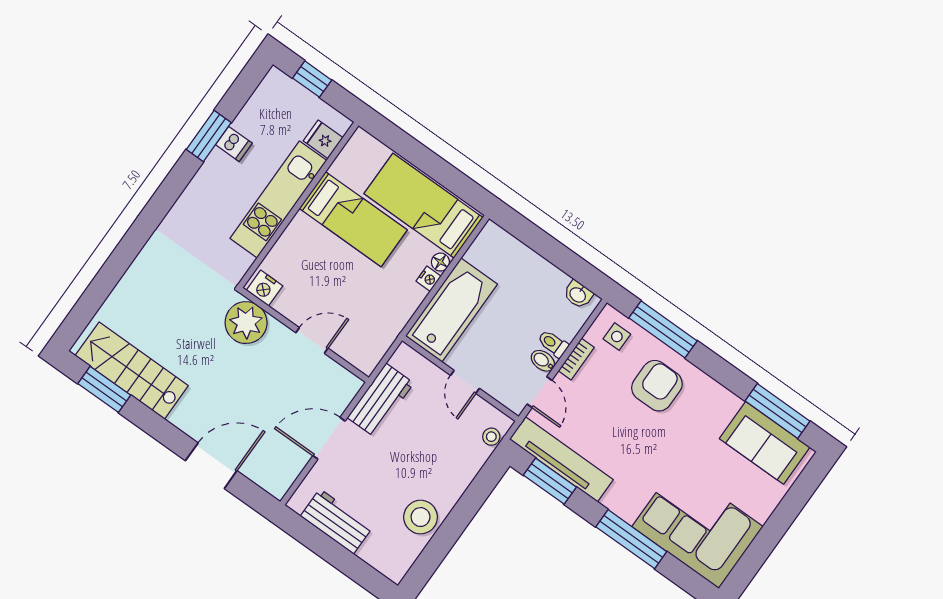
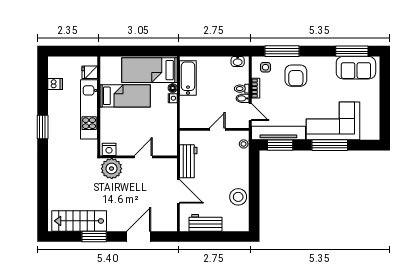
window: (312, 79) -> (68, 51), removed
window: (209, 136) -> (43, 127), moved
dishwasher: (234, 144) -> (55, 84), moved
bathtub: (451, 310) -> (188, 78), moved, width x0.73, depth x0.73
door: (465, 382) -> (217, 129), swing flipped
armchair: (657, 386) -> (296, 76), turned 180
window: (104, 389) -> (94, 236), moved
door: (329, 438) -> (178, 191), swing flipped
corner sofa: (698, 527) -> (333, 121), moved

